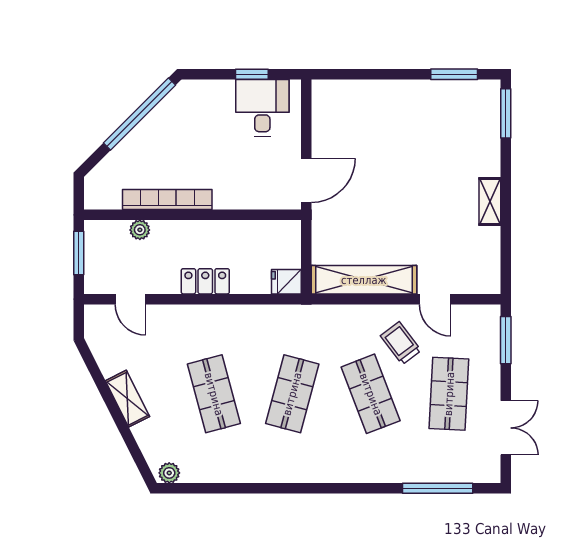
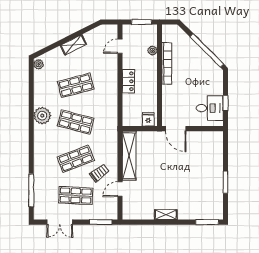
window: (454, 74) -> (225, 182), moved
fridge: (286, 282) -> (148, 119), moved
plant: (279, 465) -> (42, 116), added

